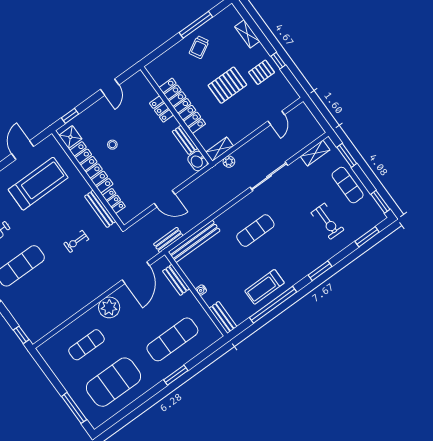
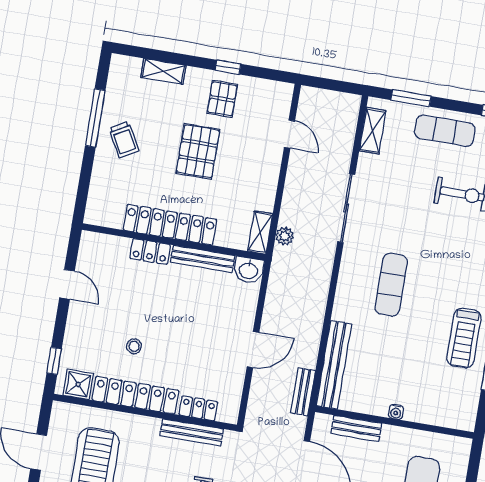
bench: (185, 140) -> (203, 259), width x1.36
bench: (223, 317) -> (451, 419), removed

